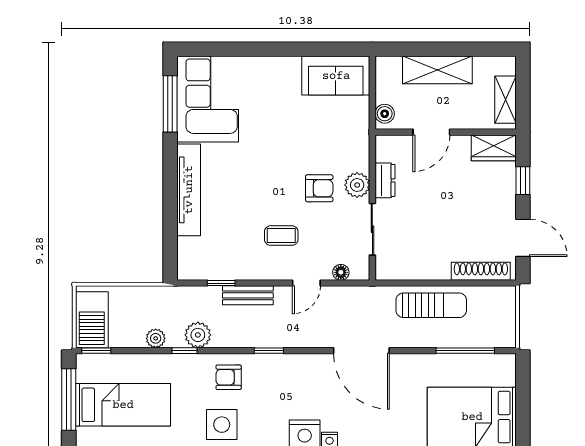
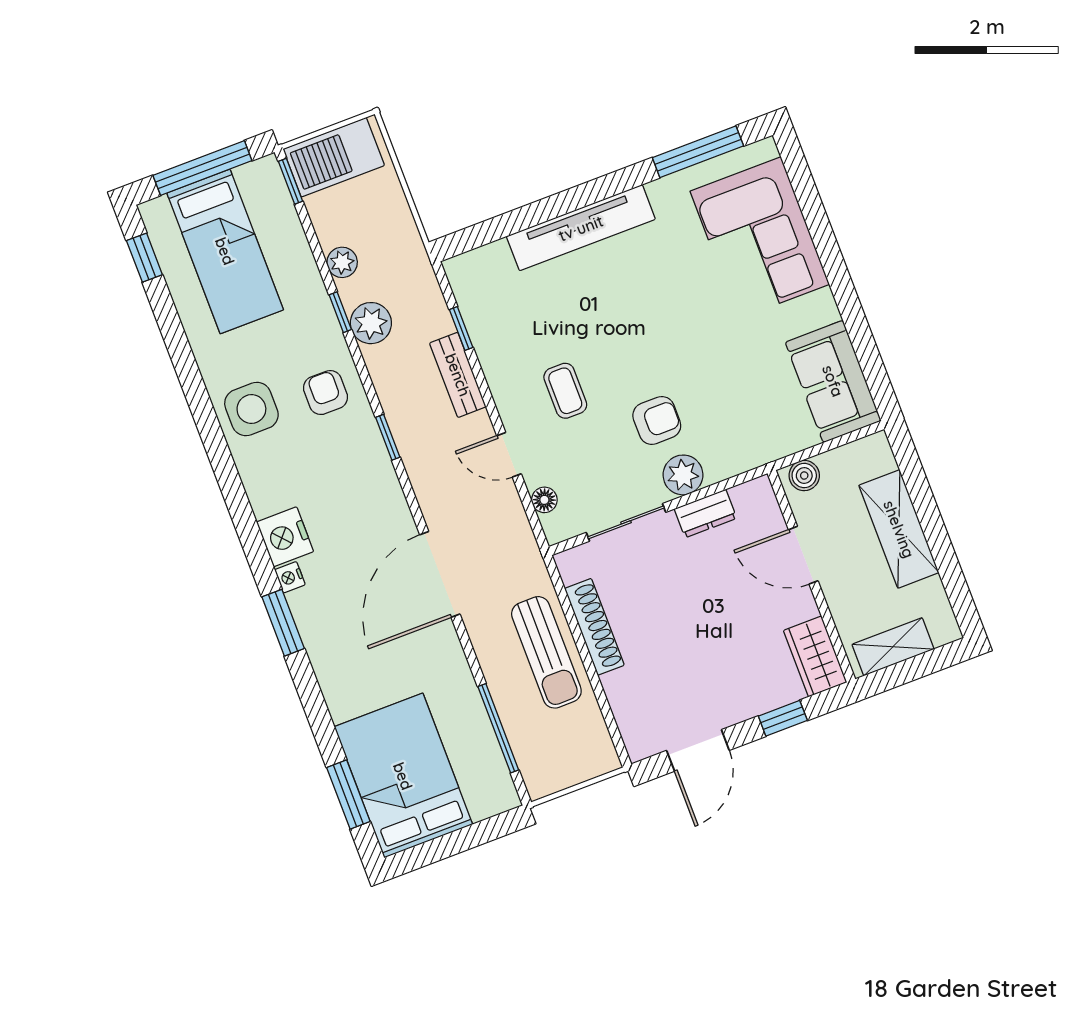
corner sofa: (208, 99) -> (760, 238), moved, turned 90
armchair: (319, 188) -> (657, 420), turned -90
shoe rack: (481, 271) -> (594, 627), moved

